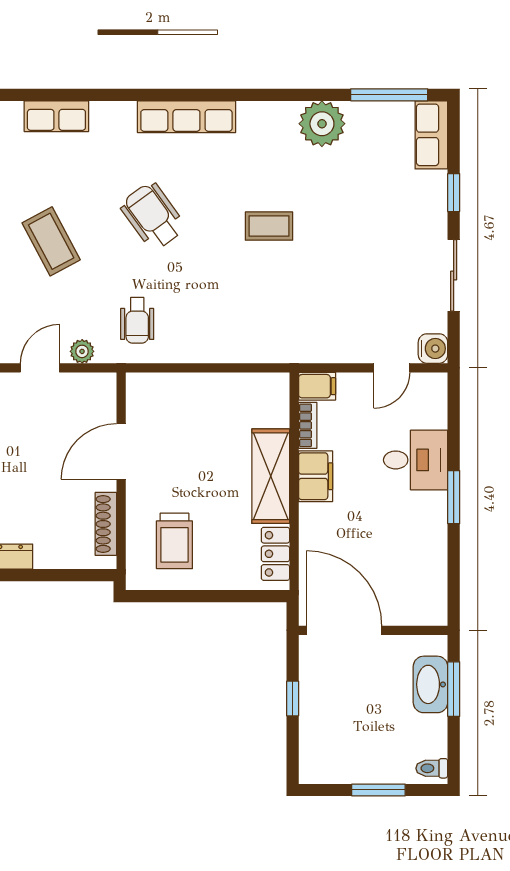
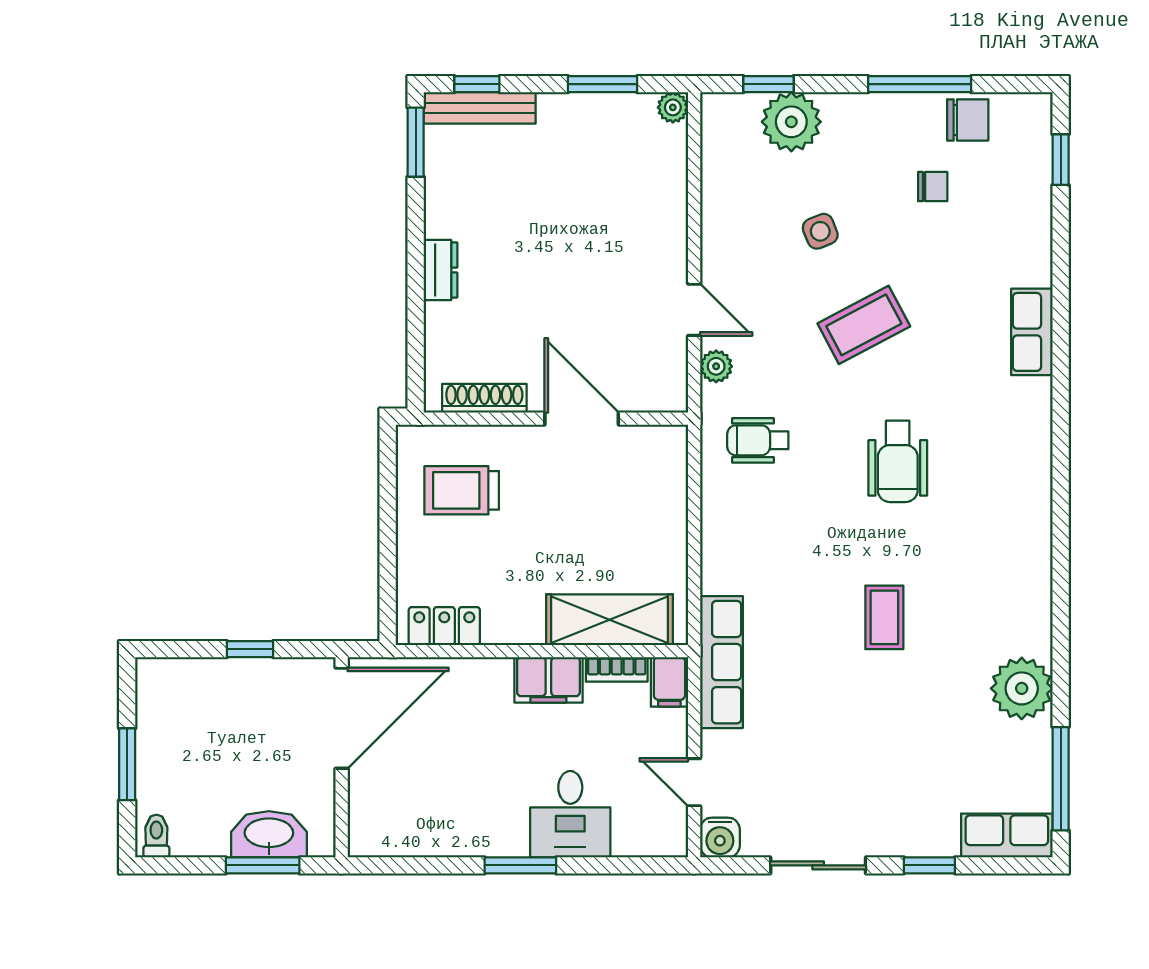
row of seats: (186, 117) -> (721, 662), moved, turned 180
wheelchair: (153, 216) -> (898, 461), turned 126
shelving: (271, 476) -> (609, 620), moved

